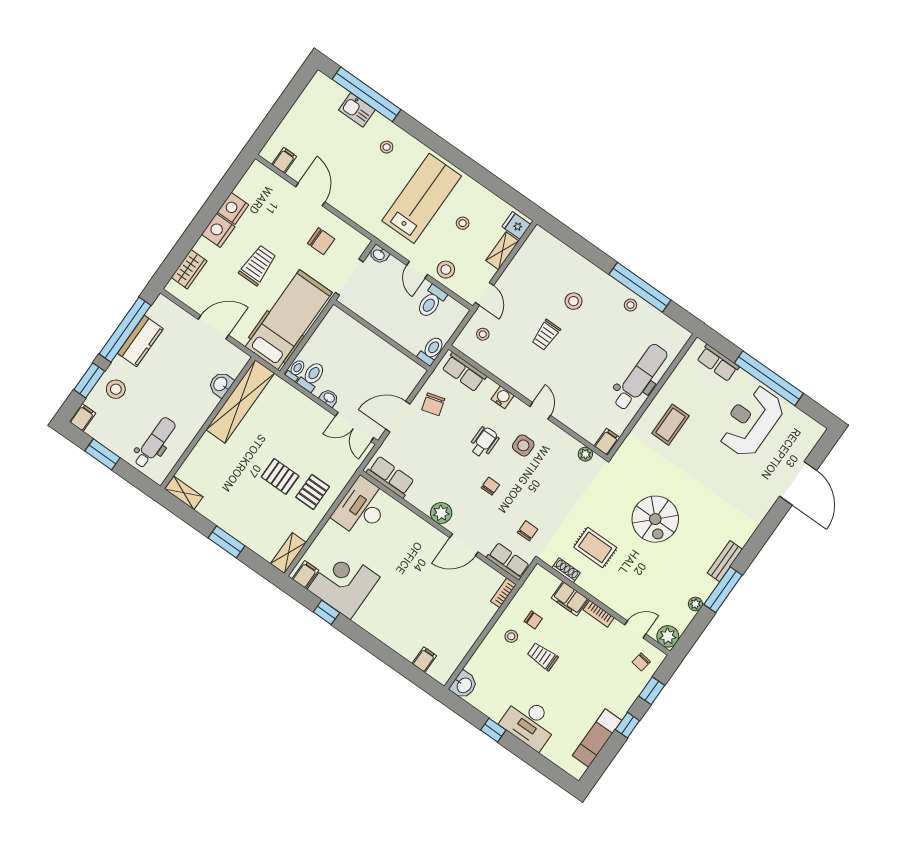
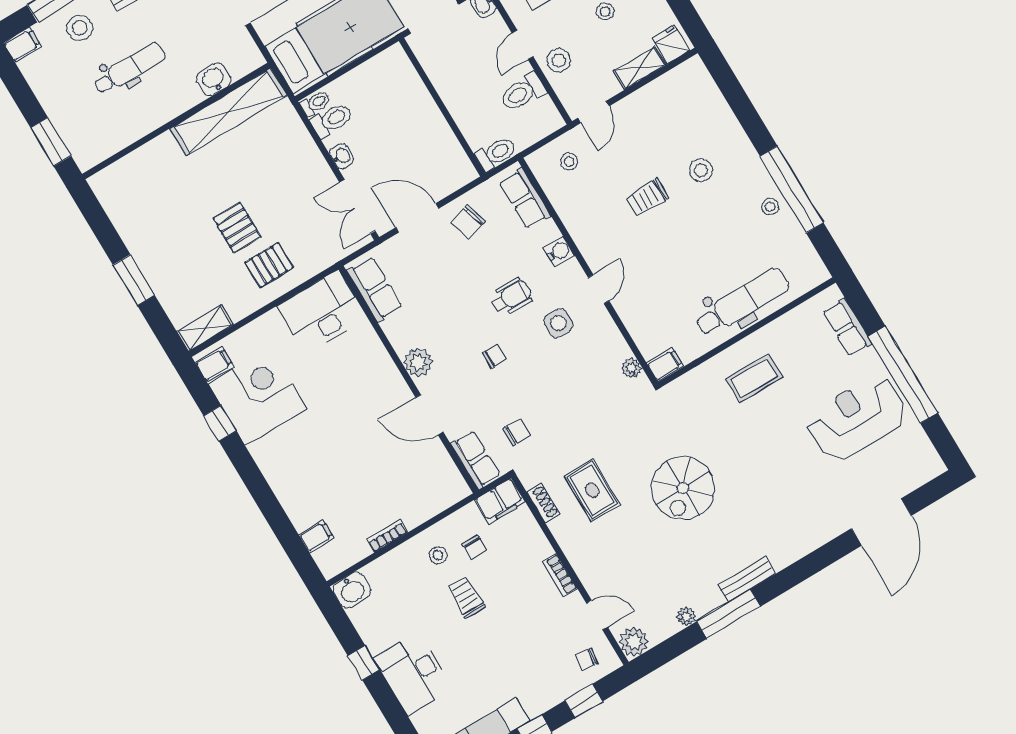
dental chair: (155, 443) -> (130, 68), moved
window: (103, 454) -> (51, 142), moved
shelving: (184, 493) -> (107, 195), removed
bookcase: (503, 593) -> (387, 536), moved
filing cabinet: (570, 599) -> (500, 501), moved, turned -90

